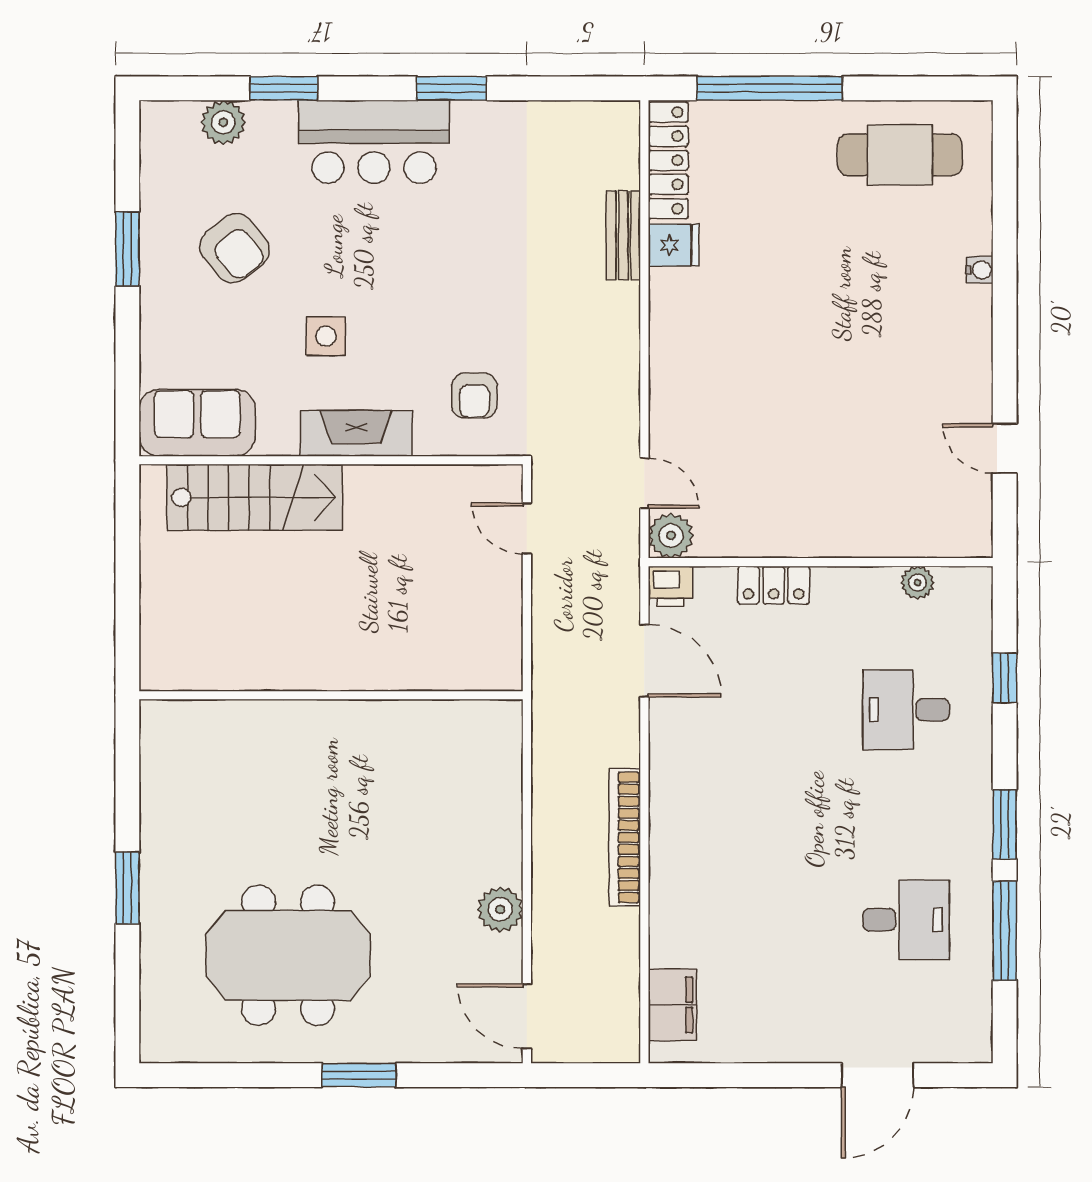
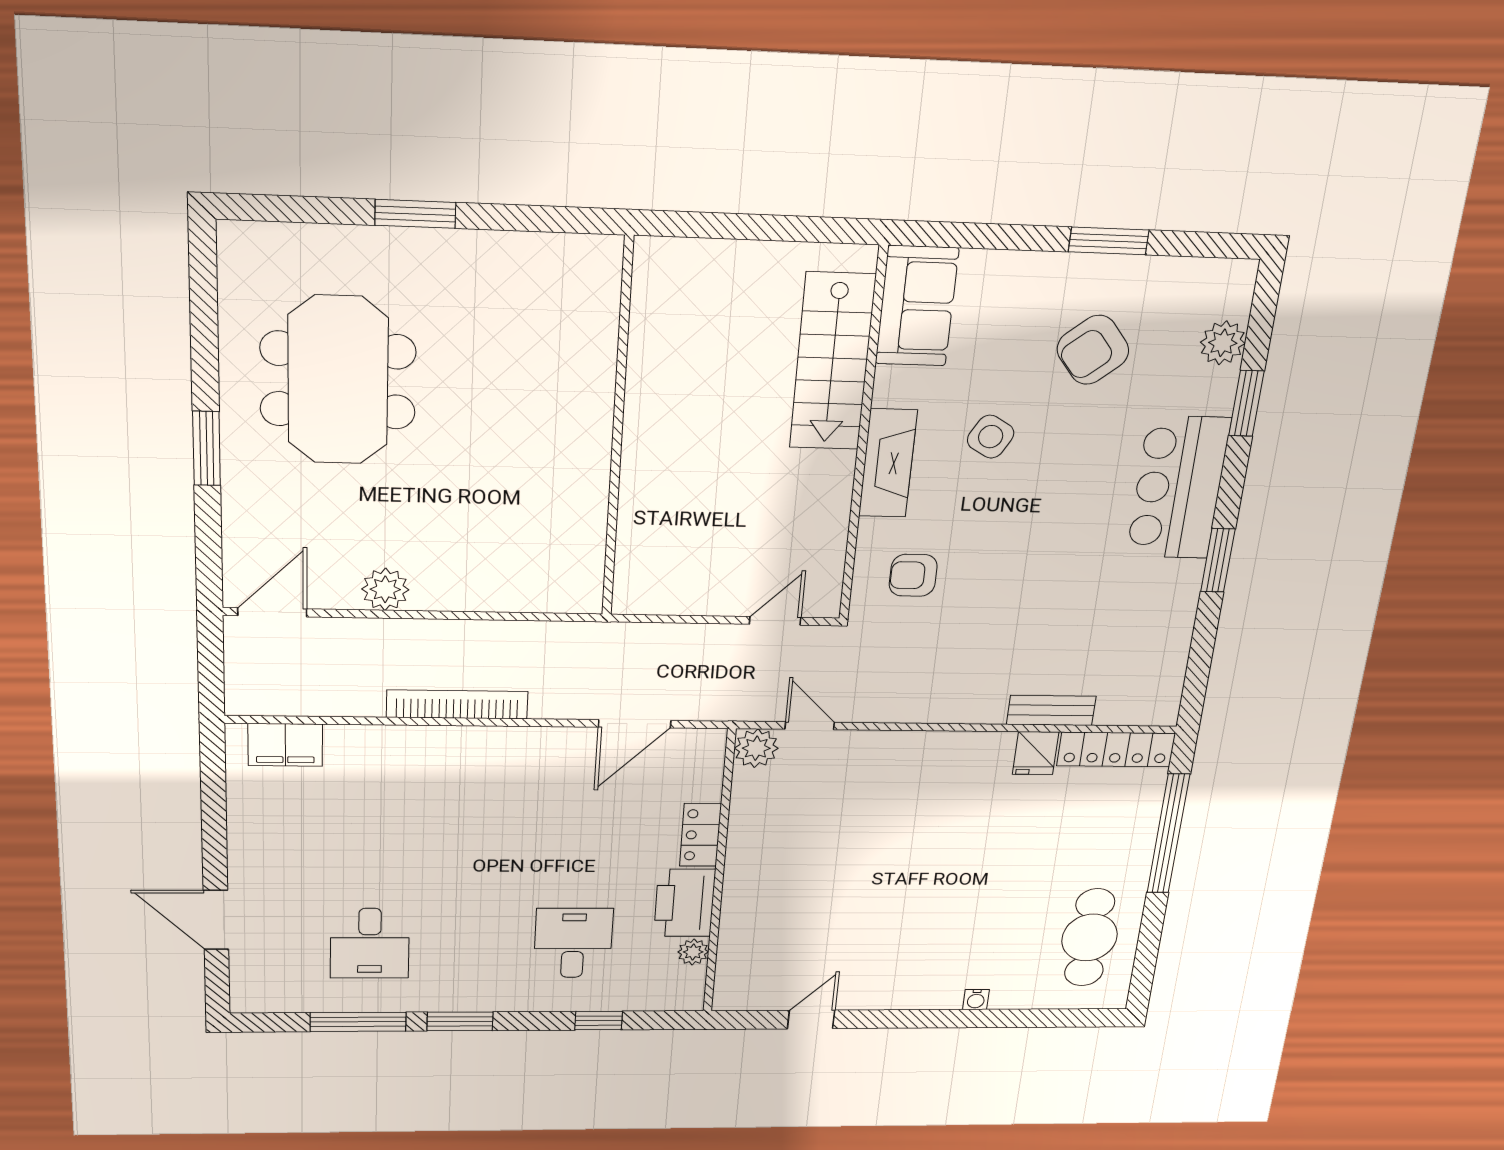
side table: (326, 336) -> (991, 437), turned 30
door: (644, 483) -> (810, 726), swing flipped
printer: (670, 586) -> (685, 903), moved, width x1.87, depth x1.48

